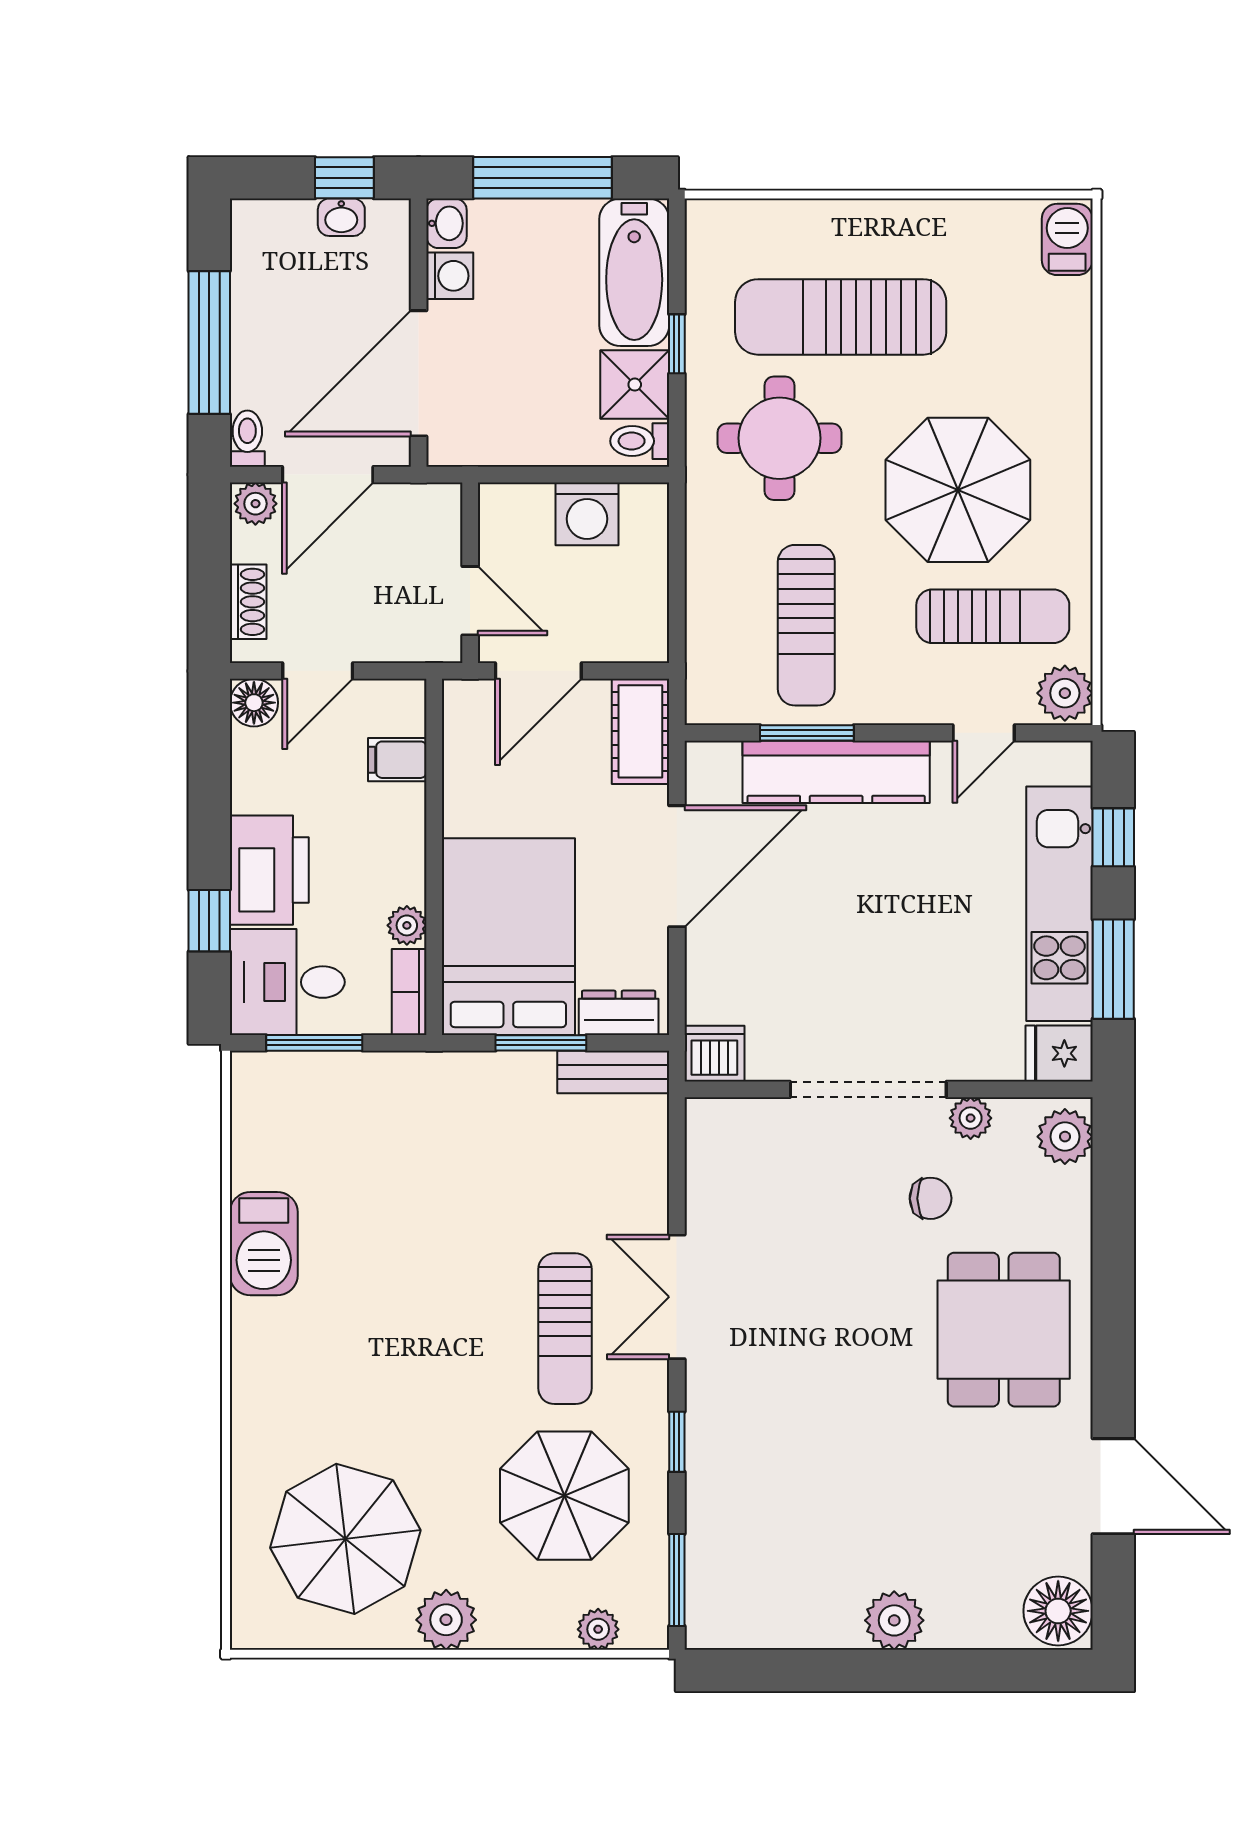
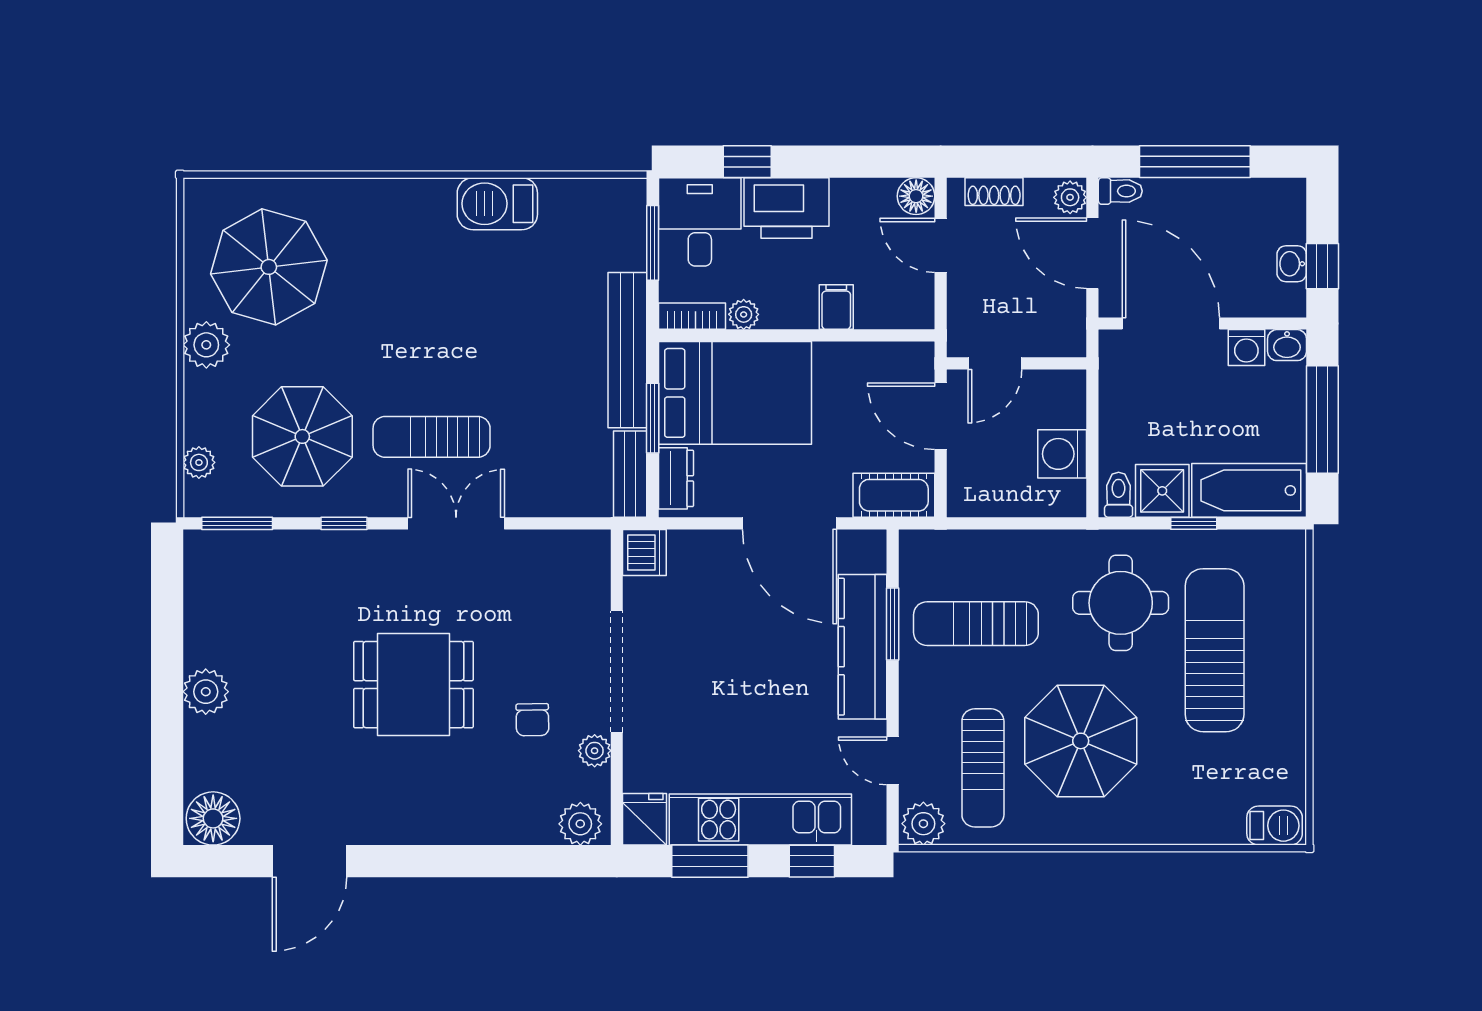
filing cabinet: (397, 760) -> (836, 307), moved
bench: (453, 1076) -> (627, 350), added
dining table: (1004, 1330) -> (413, 685), moved

